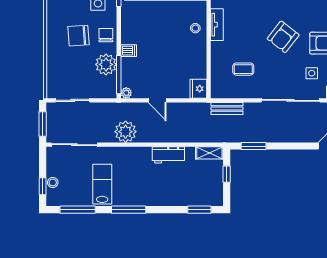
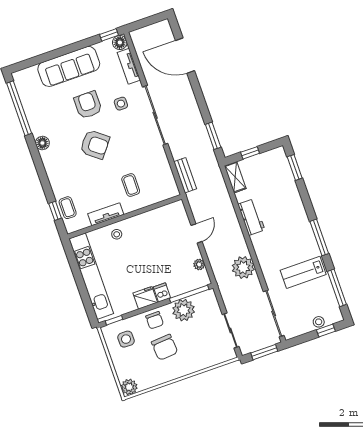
chair: (106, 35) -> (155, 320), turned -90
coffee table: (243, 69) -> (131, 185), moved
fridge: (198, 89) -> (145, 298), moved, turned 180
plant: (126, 93) -> (199, 264), moved
door: (157, 100) -> (197, 233), moved

